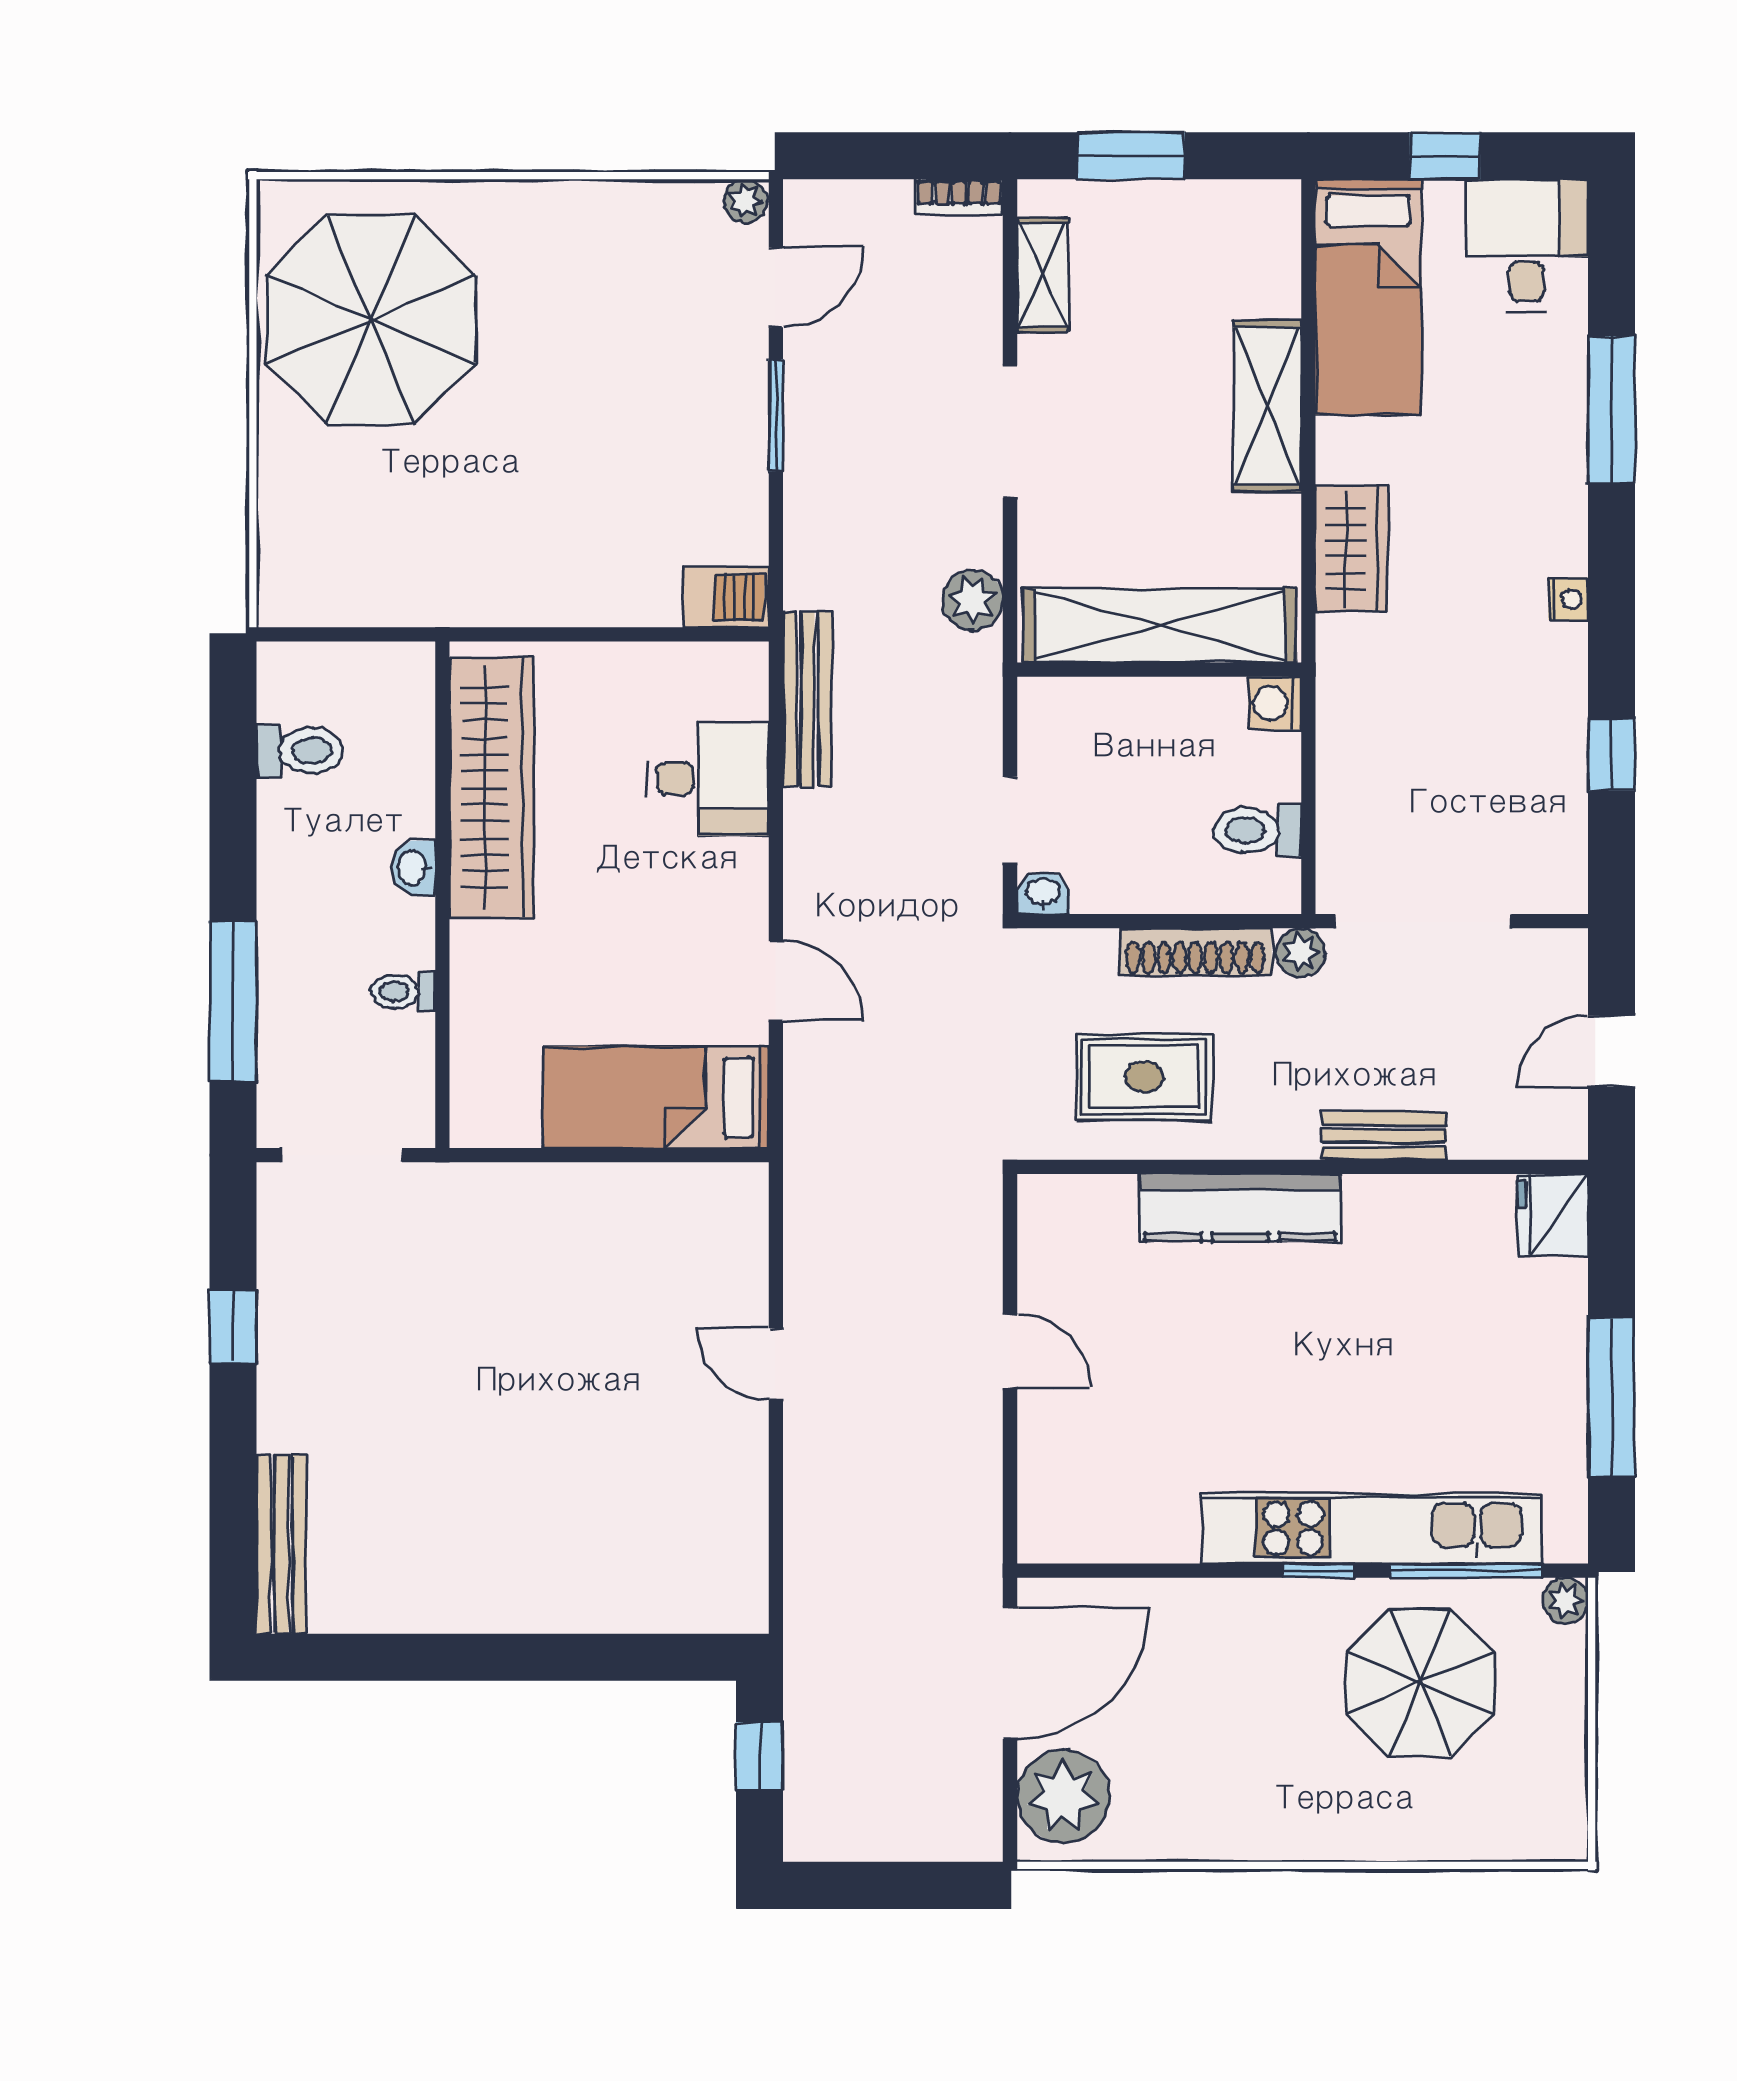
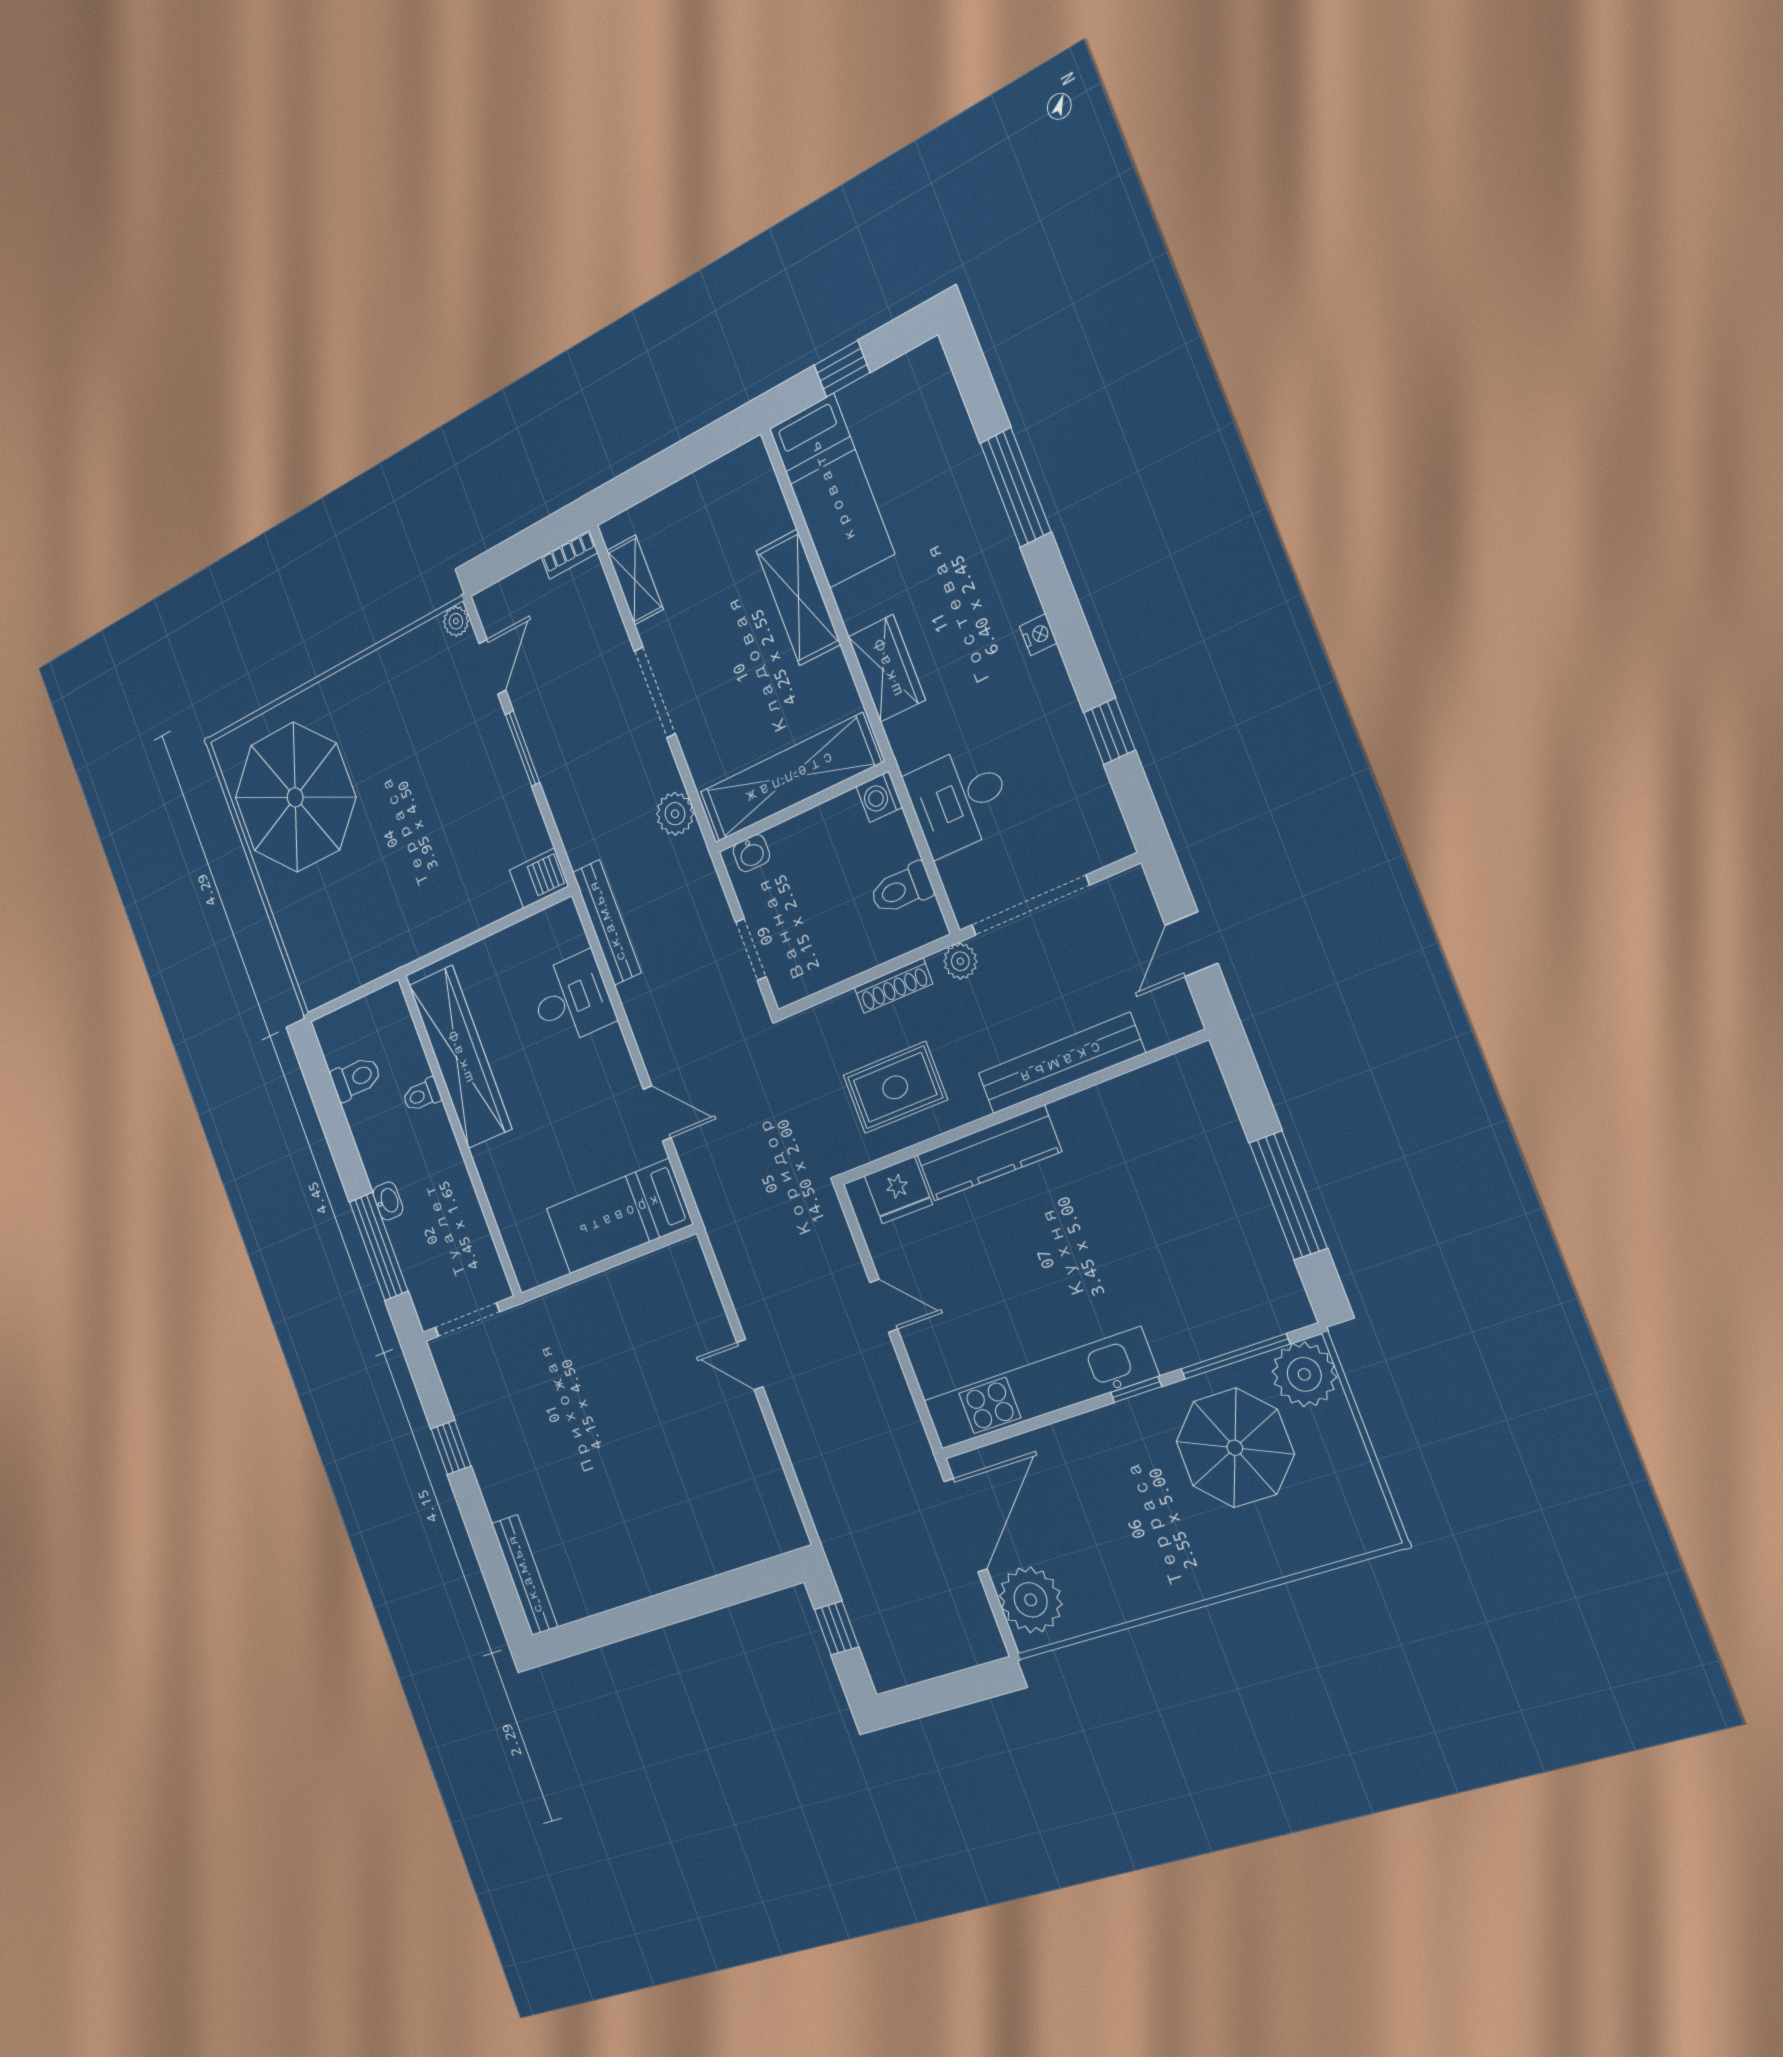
window: (1131, 156) -> (656, 474), removed
desk: (1527, 245) -> (959, 800), moved, turned -90
washbasin: (413, 868) -> (388, 1201), moved, turned 180
washbasin: (1043, 893) -> (751, 853), moved, turned 180
shoe rack: (1195, 952) -> (893, 986), width x0.74, depth x0.81
toilet: (403, 992) -> (422, 1095), moved
bench: (1384, 1136) -> (1061, 1063), width x1.86, depth x1.21
fridge: (1553, 1215) -> (898, 1190), moved, turned -90
kitchen unit: (1372, 1528) -> (1039, 1389), moved
plant: (1565, 1600) -> (1304, 1374), width x1.88, depth x1.88

